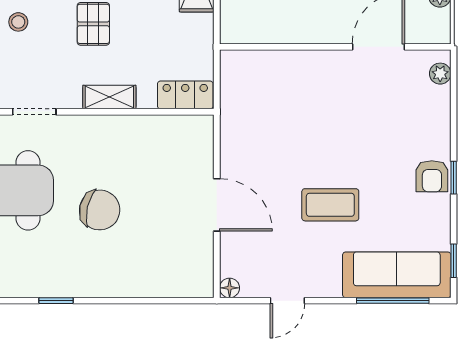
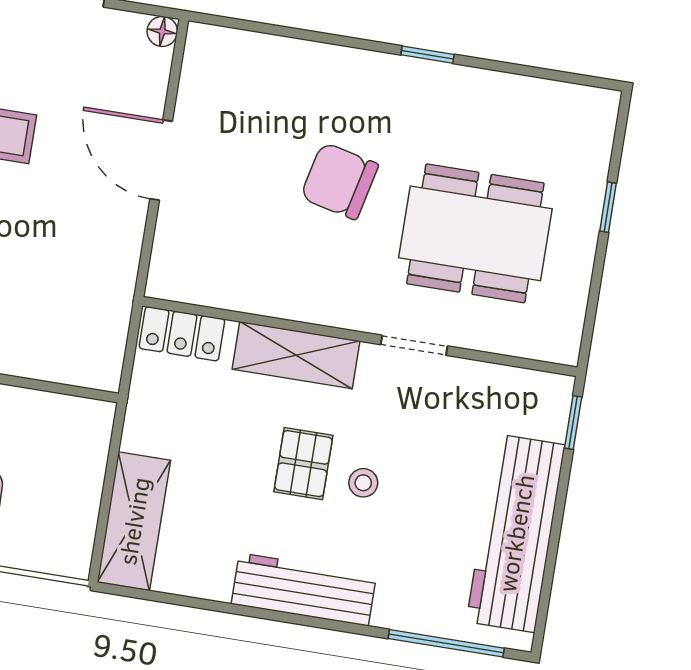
stool: (18, 22) -> (363, 483), moved
shelving: (109, 97) -> (296, 355), width x1.50, depth x1.33

